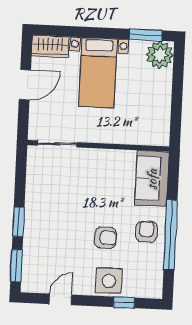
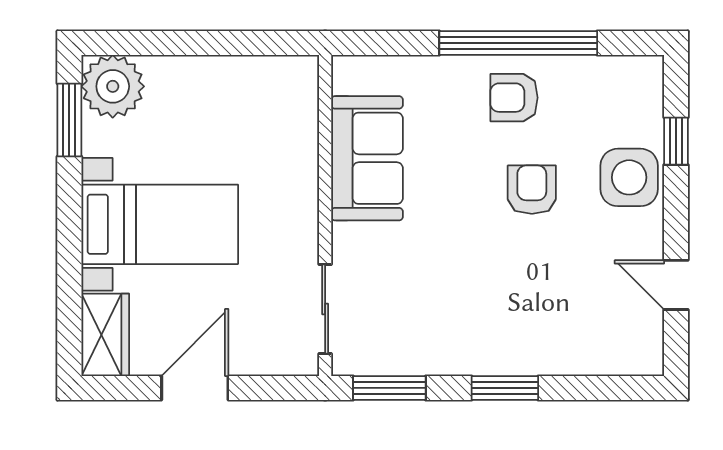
door: (25, 85) -> (195, 388), hinge flipped
sofa: (152, 179) -> (367, 158), moved, turned -90
window: (16, 266) -> (389, 388), moved

